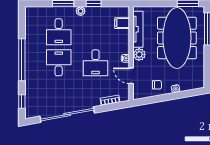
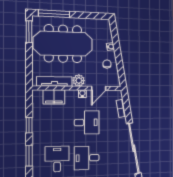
plant: (81, 11) -> (37, 138), removed
filing cabinet: (122, 23) -> (54, 97), width x2.00
desk: (59, 32) -> (57, 159), turned -90

